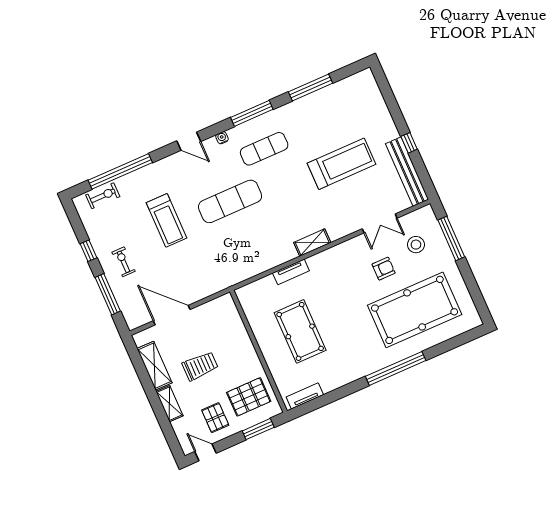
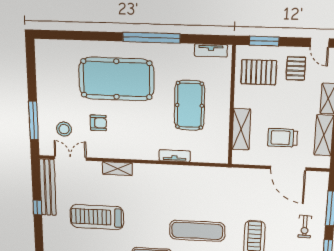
double door: (380, 223) -> (70, 158), moved
shelving: (312, 243) -> (117, 169), moved
armchair: (384, 269) -> (98, 123), turned 180
pool table: (415, 310) -> (116, 79), moved
shelving: (238, 332) -> (241, 129), added
trolley: (200, 366) -> (283, 138), moved
window: (396, 368) -> (151, 38), moved

